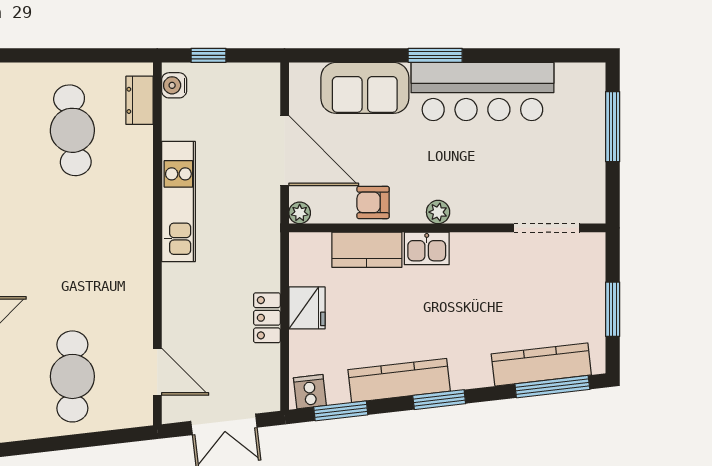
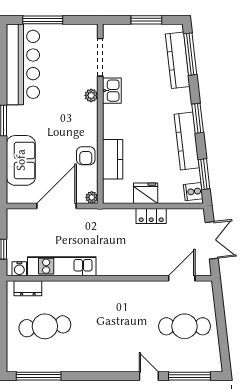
bar counter: (482, 92) -> (23, 64), moved
kitchen unit: (178, 202) -> (62, 266), moved
plant: (438, 212) -> (91, 95), moved
kitchen sink: (427, 248) -> (112, 91), moved

